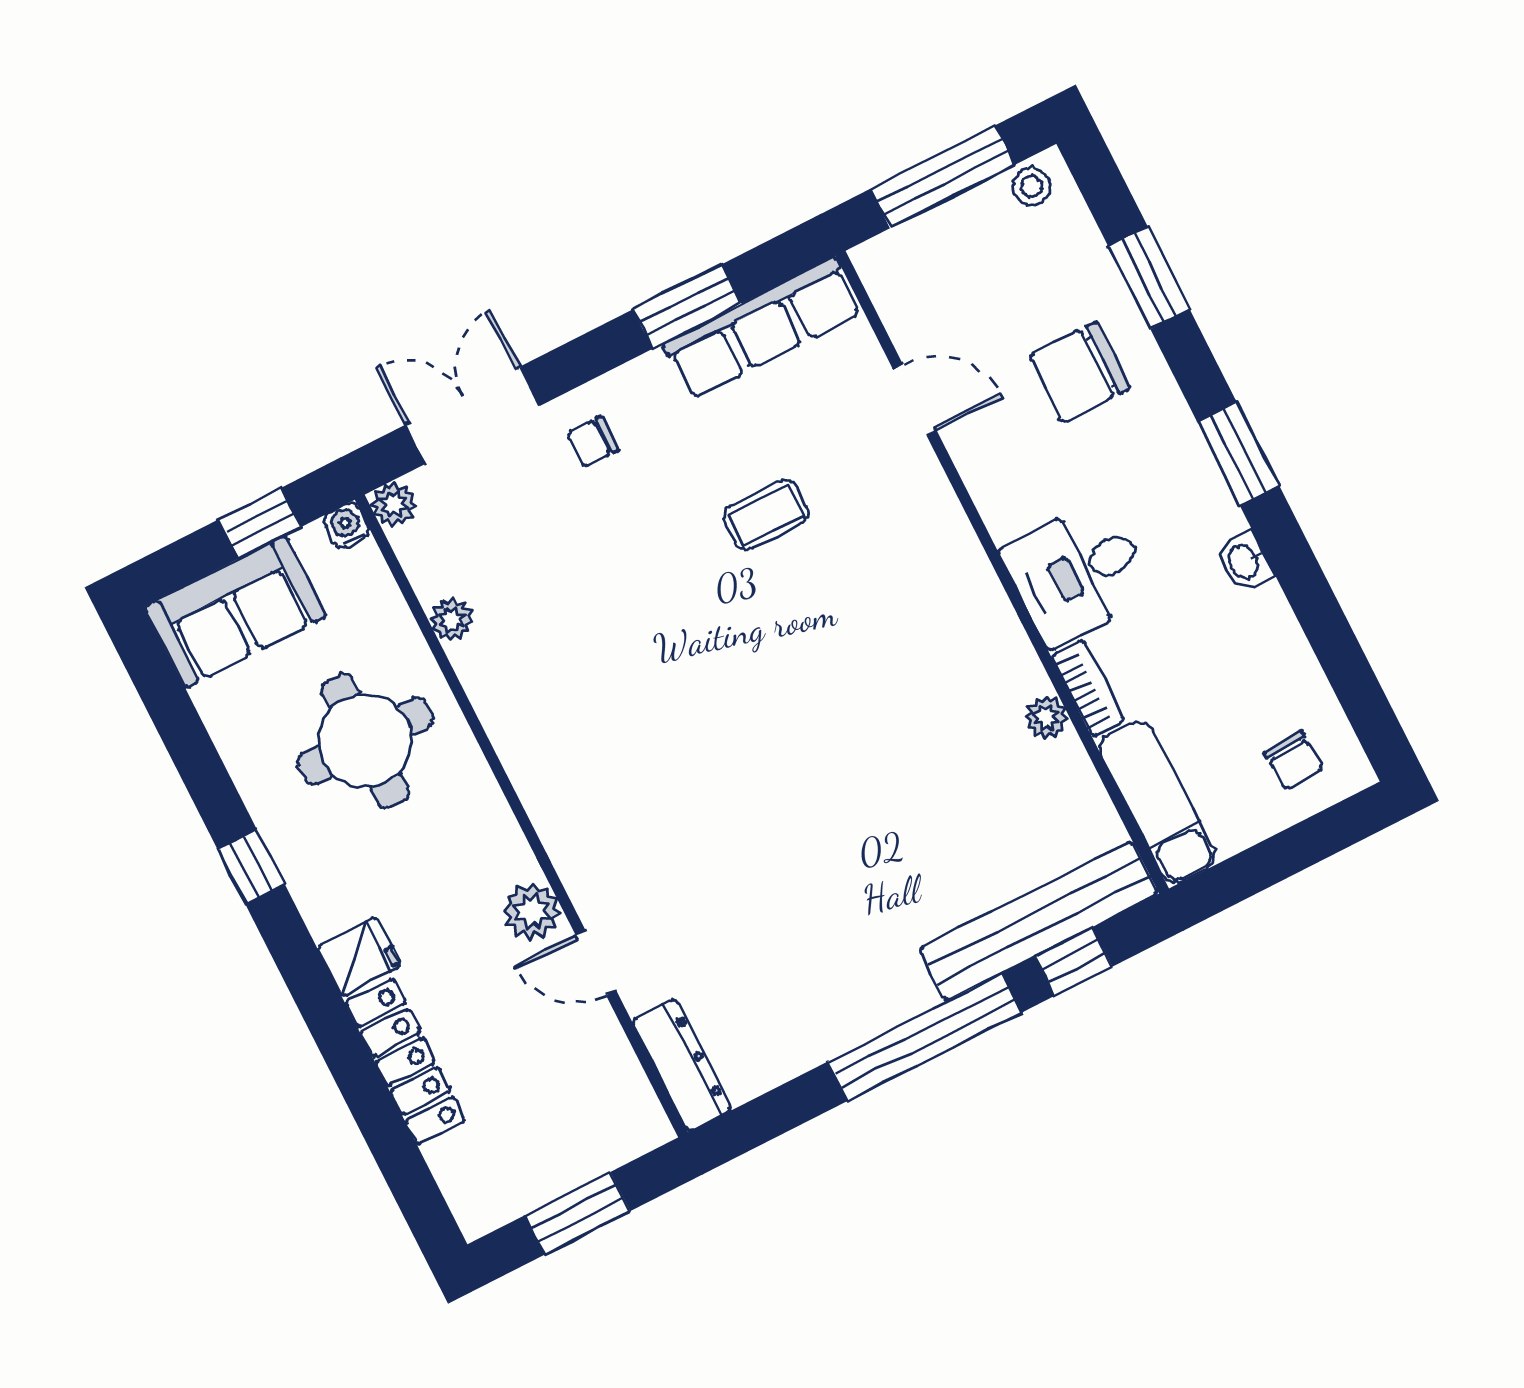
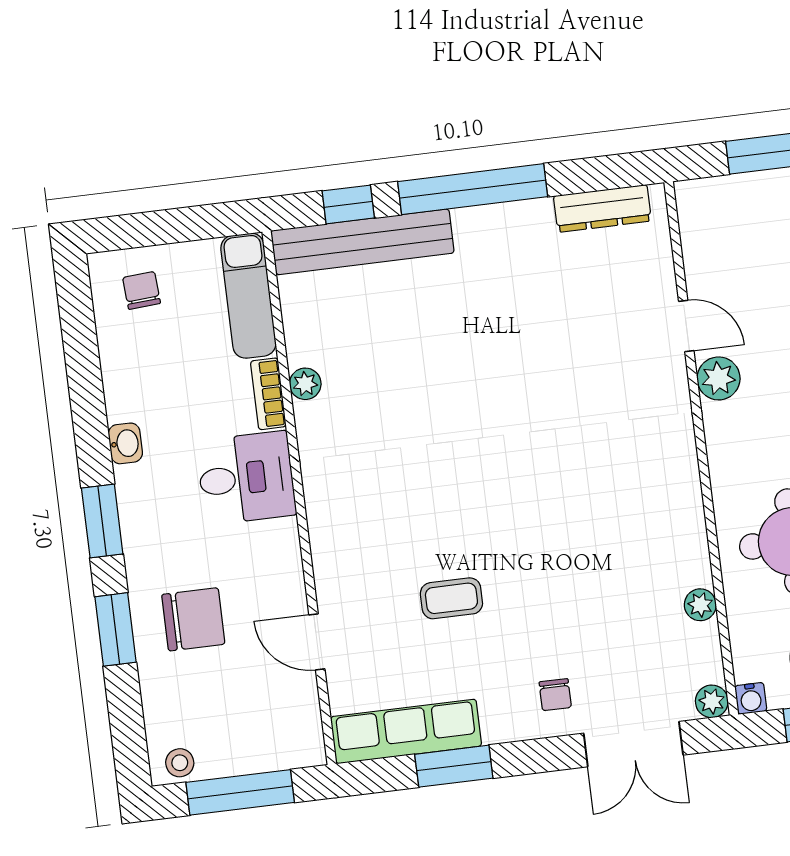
window: (1149, 278) -> (115, 629), moved
chair: (593, 442) -> (555, 695), turned 90
dresser: (682, 1065) -> (602, 208), moved, turned -90

